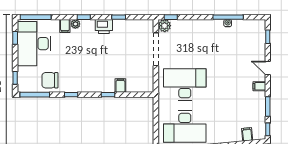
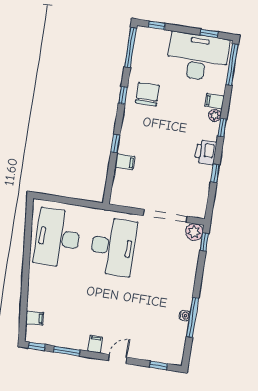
chair: (50, 80) -> (147, 94), moved

